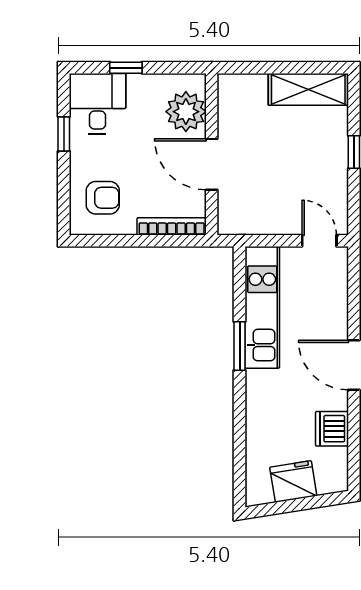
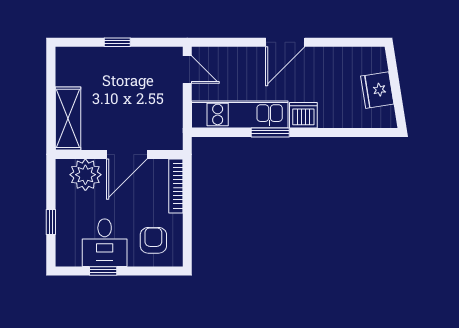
shelving: (308, 89) -> (68, 118), moved
desk: (97, 104) -> (105, 243), moved, turned -90
door: (319, 241) -> (187, 70), swing flipped
dishwasher: (332, 429) -> (303, 115), moved, turned 180

